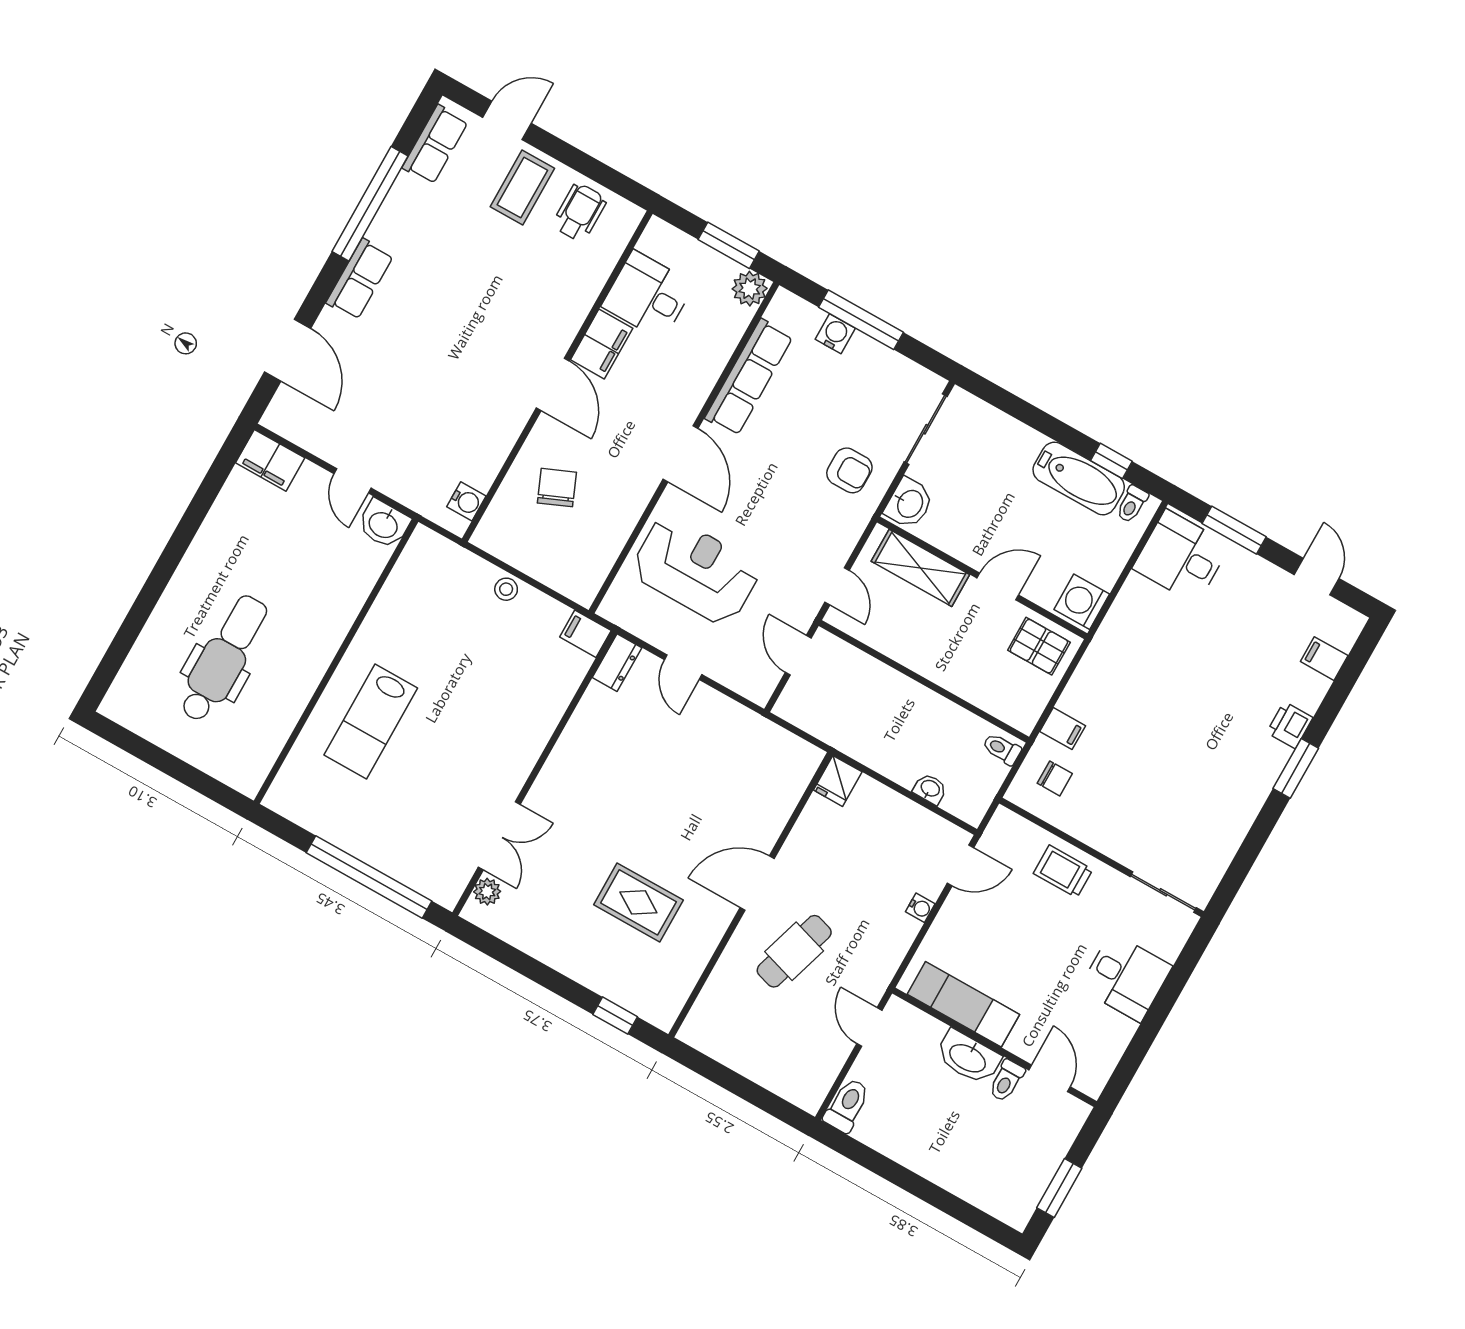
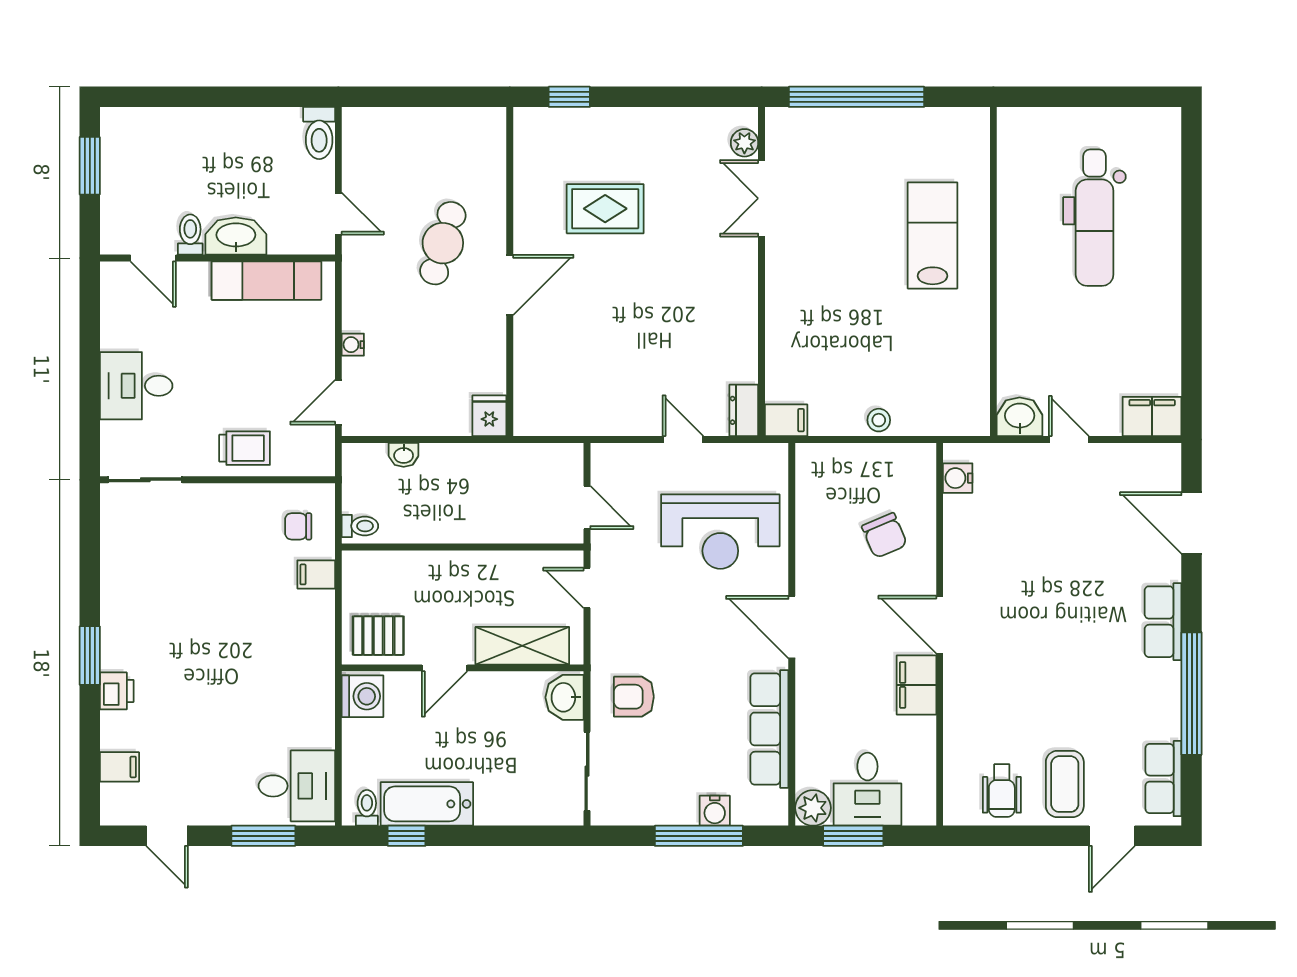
desk: (648, 295) -> (867, 789), moved, turned 90

